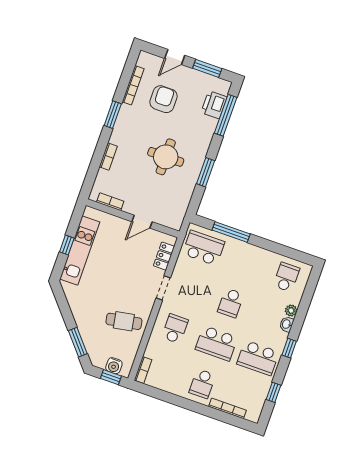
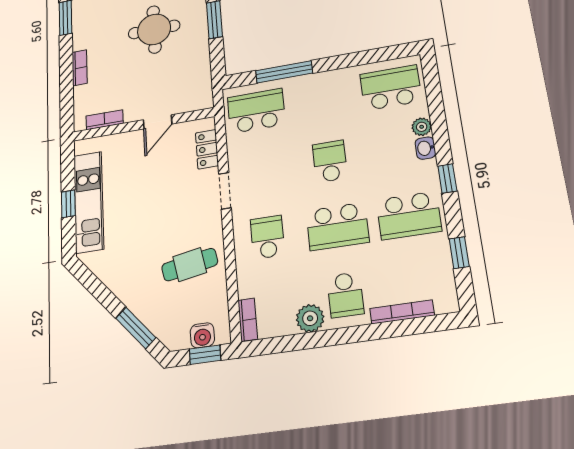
school desk: (286, 277) -> (391, 88), width x1.85
school desk: (231, 303) -> (330, 161), turned 180
plant: (177, 387) -> (310, 318), added

